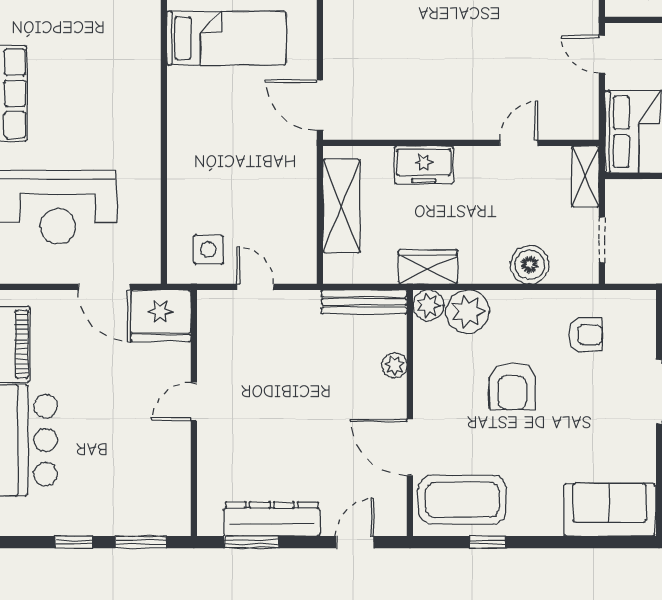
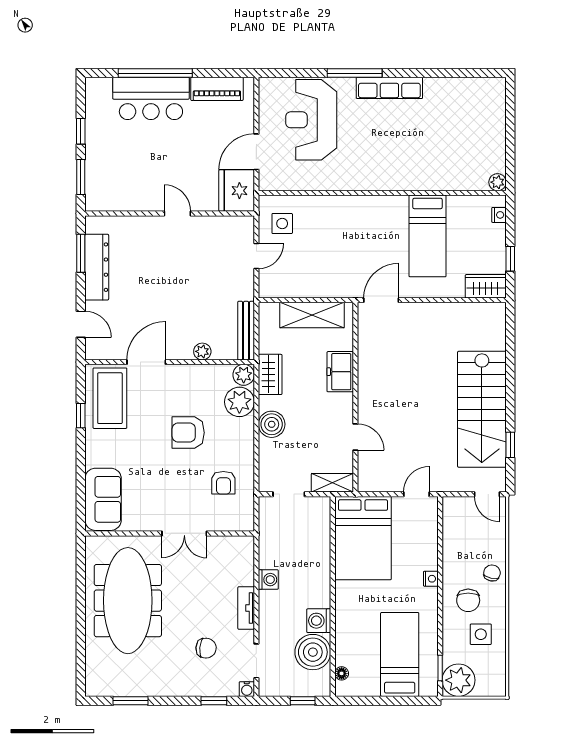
boiler: (529, 265) -> (272, 424), moved

